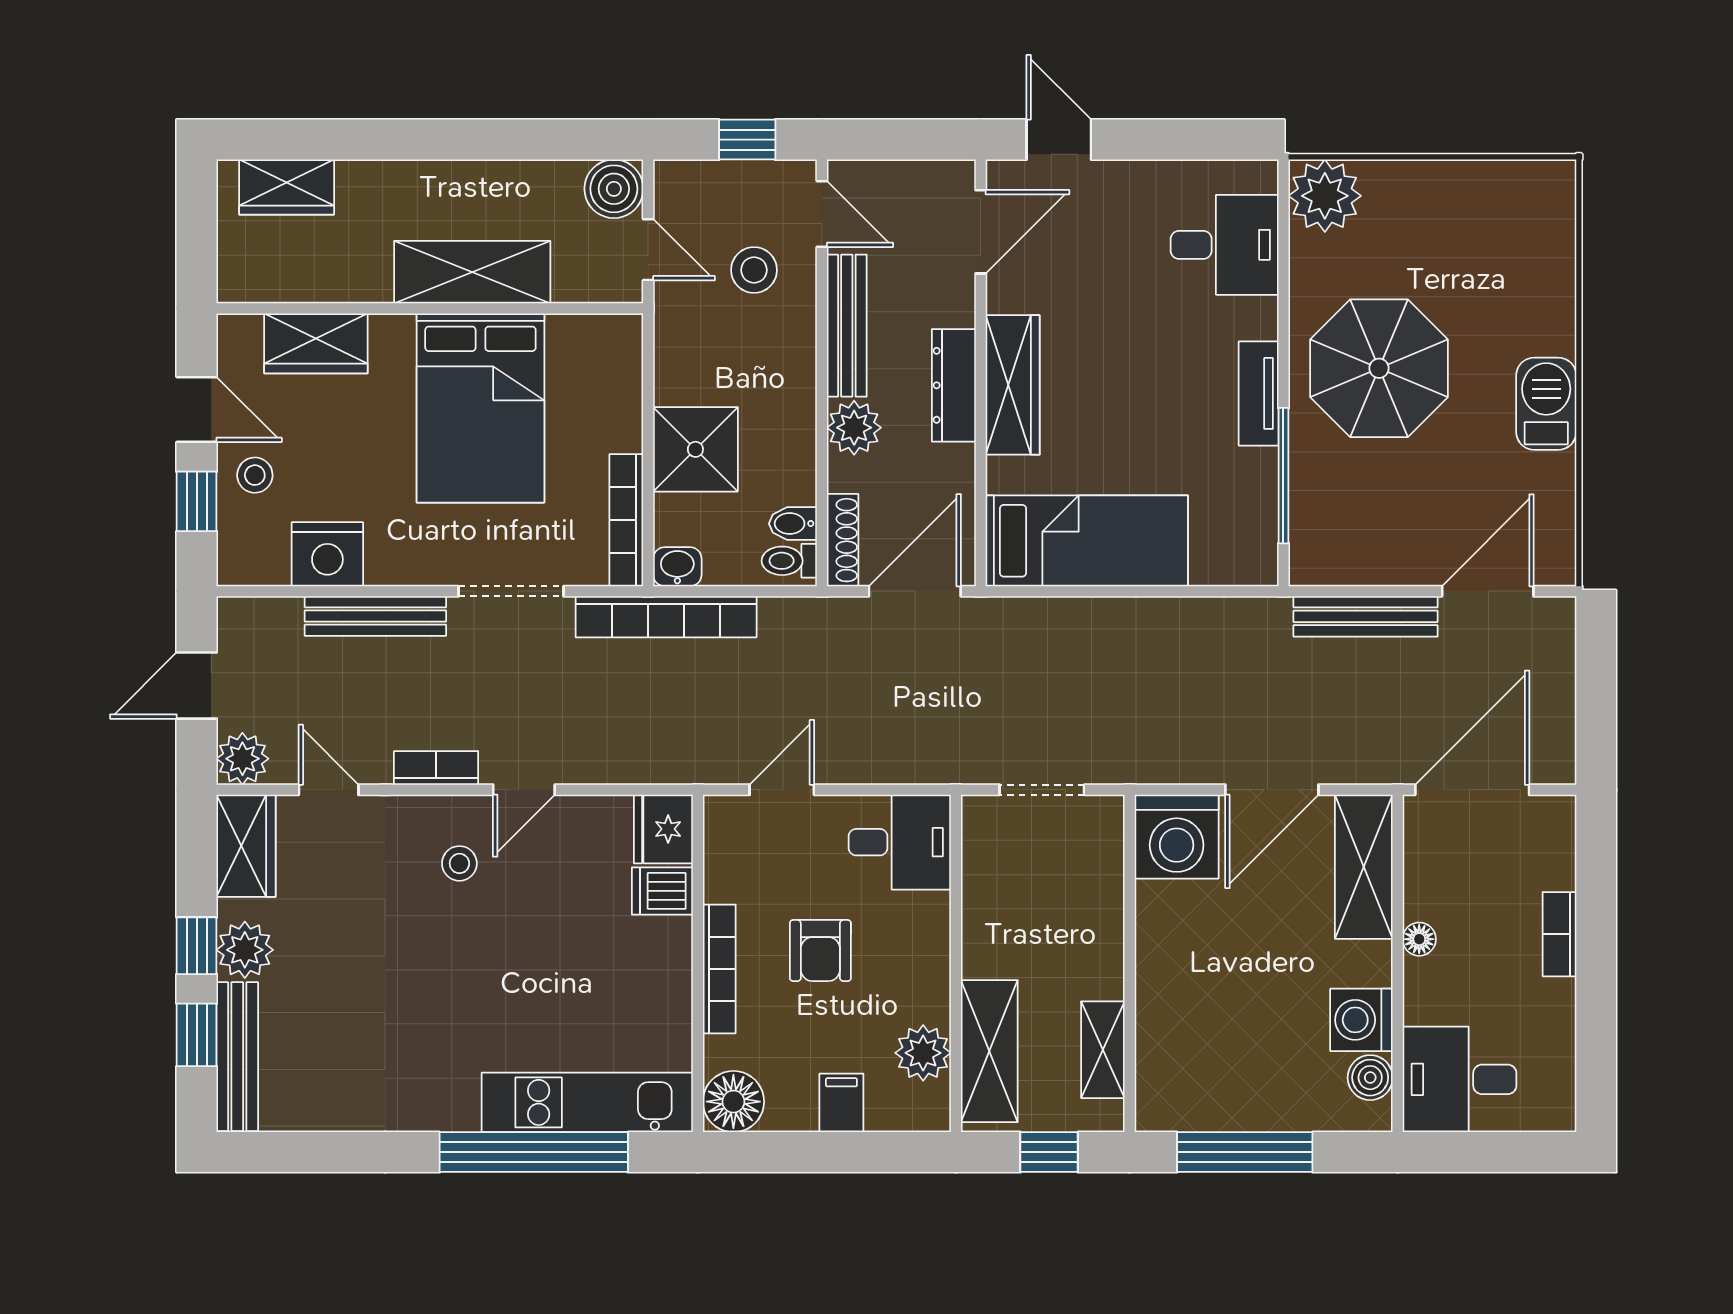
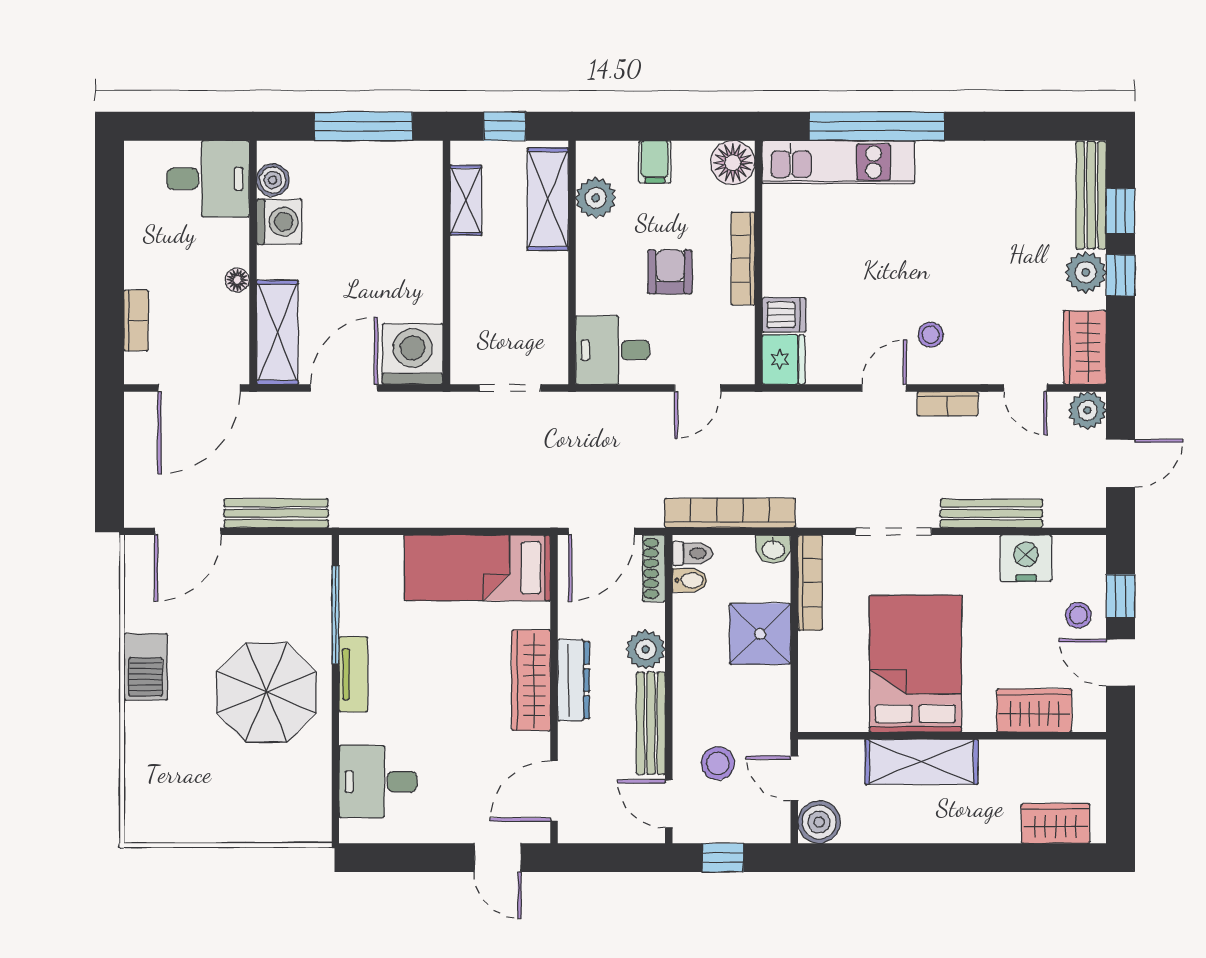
plant: (1325, 196) -> (306, 817), removed
bookcase: (666, 617) -> (730, 513), moved
bookcase: (1559, 934) -> (136, 320), moved

